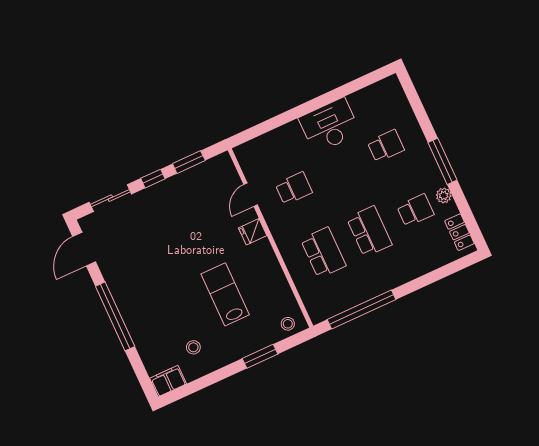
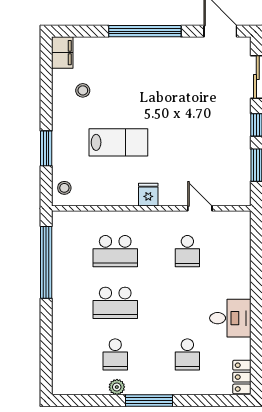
desk: (329, 126) -> (230, 318), width x0.73
fridge: (253, 232) -> (148, 195), moved
locker: (459, 232) -> (242, 377), moved, turned -90

